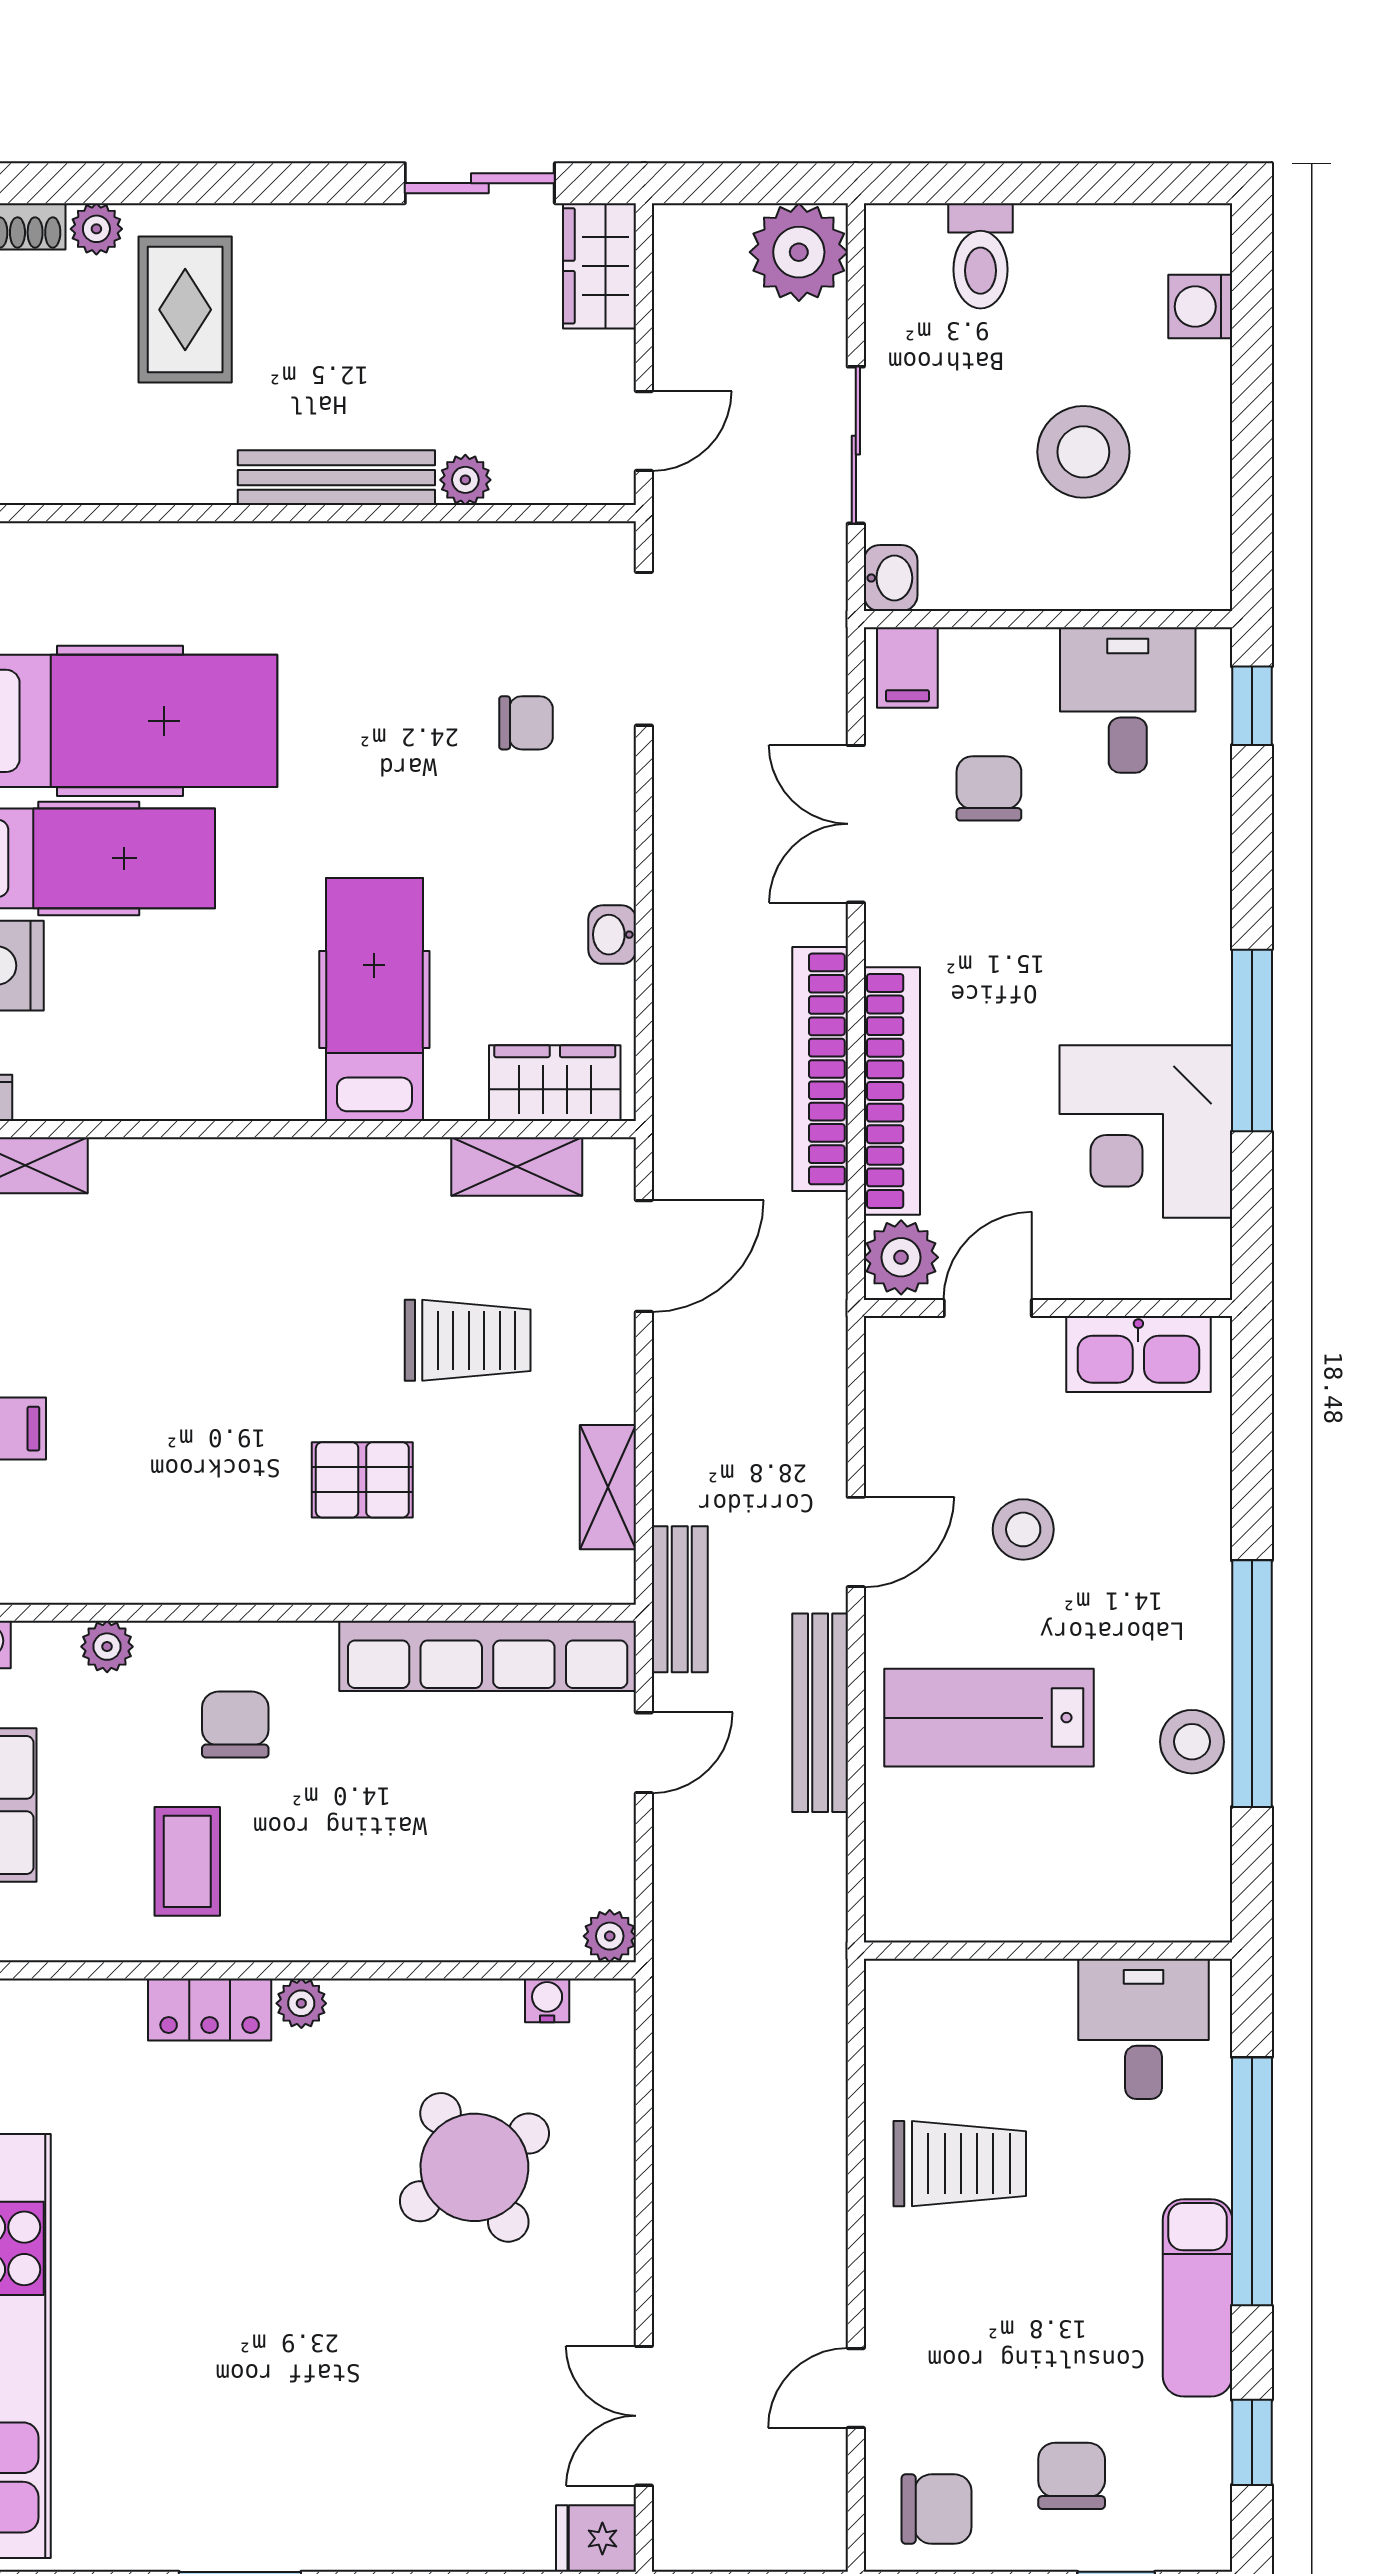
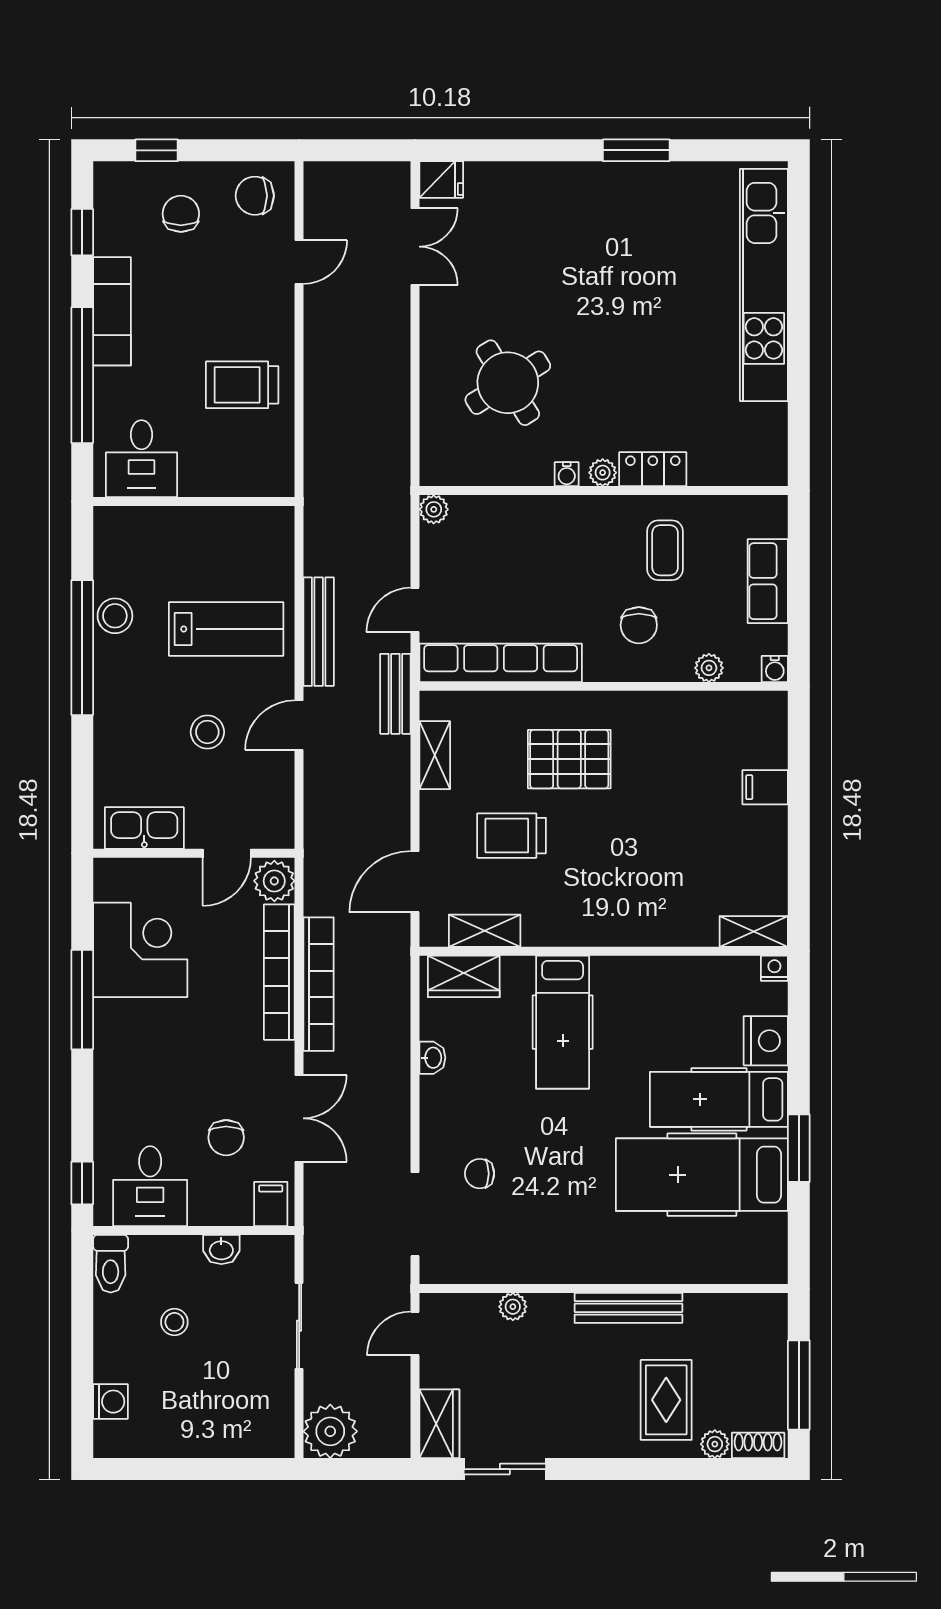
toilet: (980, 256) -> (111, 1264), moved, turned 180
stool: (1083, 452) -> (174, 1322), width x0.53, depth x0.53
bench: (336, 478) -> (628, 1308), moved
washbasin: (891, 578) -> (221, 1249), moved, turned -90
pallet: (362, 1480) -> (569, 759), width x1.50, depth x1.42
water cooler: (547, 2000) -> (567, 474), moved
chair: (1072, 2476) -> (181, 214), turned 180

